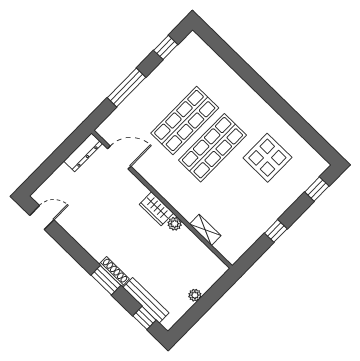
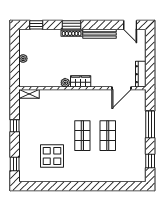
shop shelf: (185, 121) -> (108, 136), width x0.70, depth x0.74
shop shelf: (212, 148) -> (82, 136), width x0.70, depth x0.74
door: (42, 218) -> (130, 25), hinge flipped
shelving: (205, 230) -> (29, 94), moved
bench: (146, 300) -> (100, 34), moved

